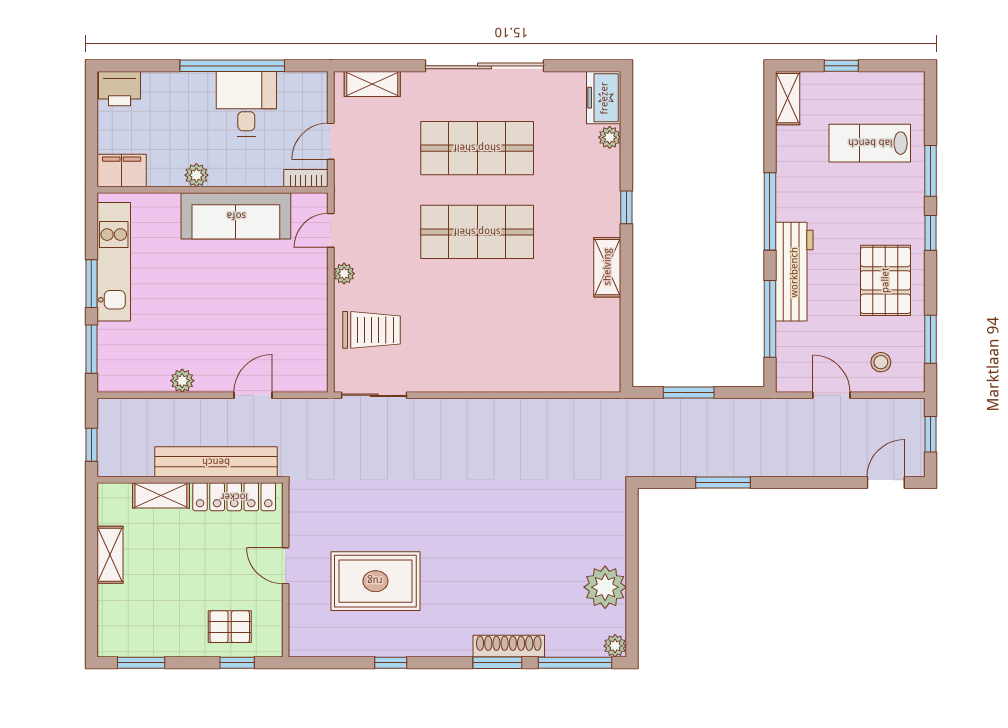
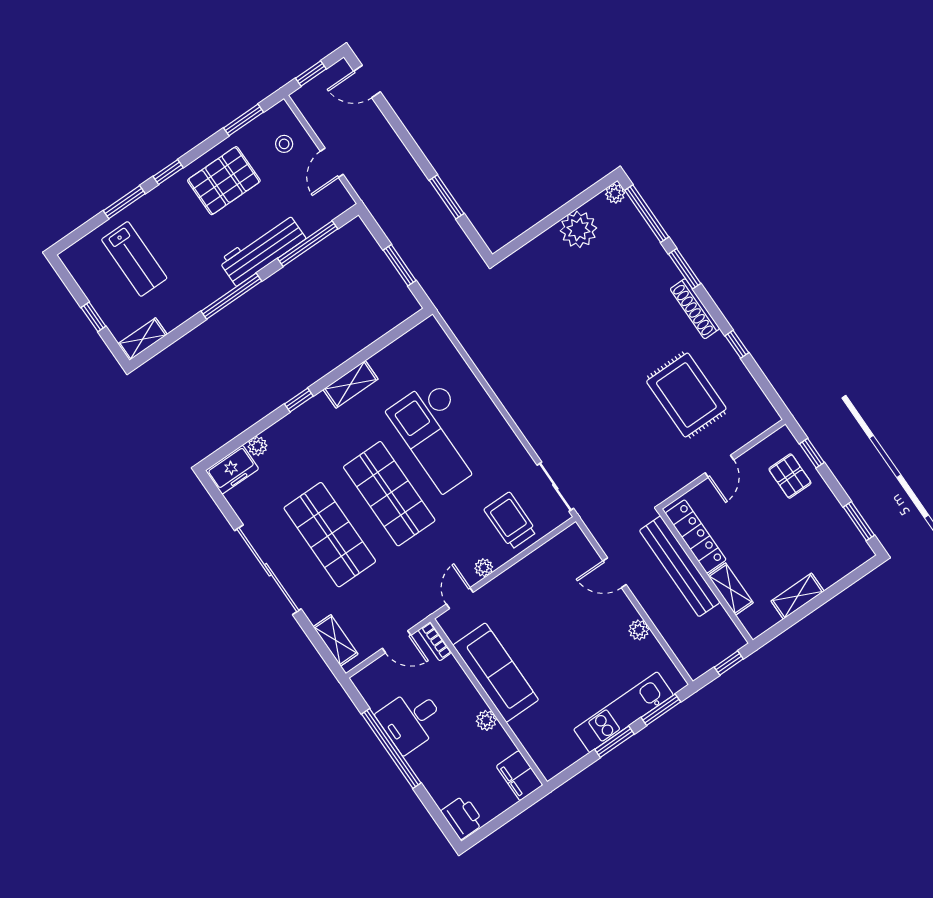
door: (331, 230) -> (460, 598), swing flipped
kitchen unit: (114, 262) -> (623, 712), moved
checkout: (500, 319) -> (440, 435), added
shoe rack: (509, 646) -> (695, 309), moved

